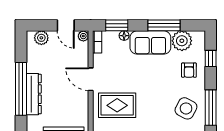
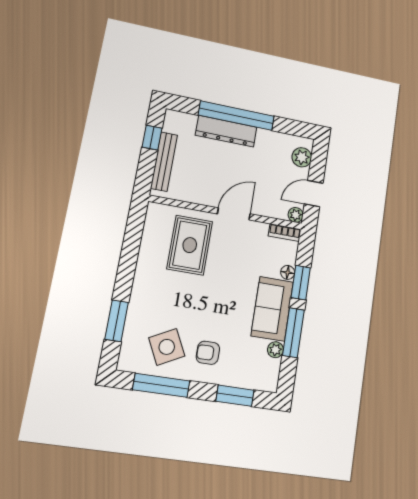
window: (117, 25) -> (301, 283), moved
plant: (182, 41) -> (275, 350), width x0.53, depth x0.53
window: (211, 59) -> (235, 396), width x1.50
armchair: (189, 70) -> (208, 353), moved
side table: (186, 108) -> (167, 347), turned 35

